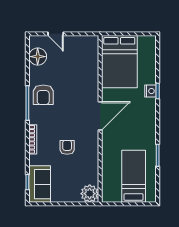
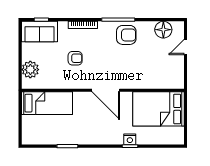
armchair: (43, 95) -> (126, 35), turned 180
bed: (134, 176) -> (47, 103), moved
plant: (90, 194) -> (30, 70), moved

